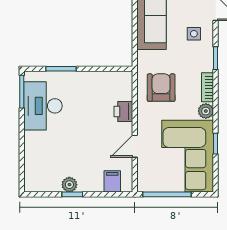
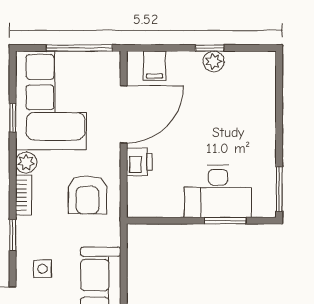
desk: (43, 106) -> (218, 191), moved, turned 90
door: (135, 146) -> (124, 114), width x1.87

